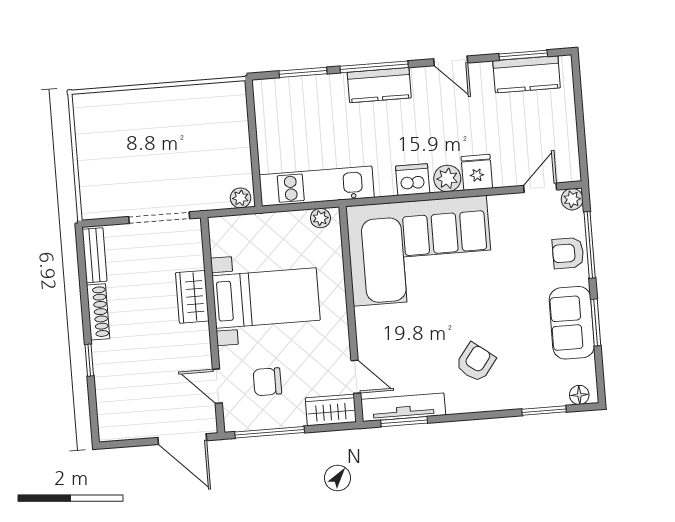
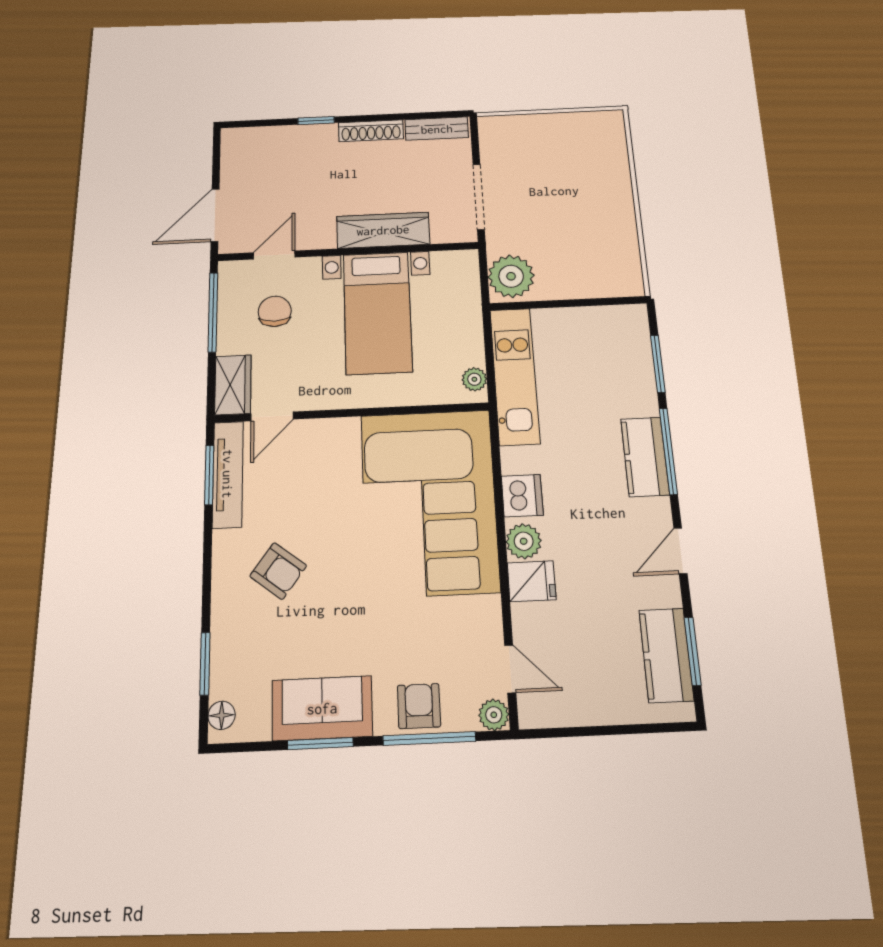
plant: (241, 198) -> (511, 276), width x1.88, depth x1.88
wardrobe: (192, 297) -> (383, 230), width x1.50

